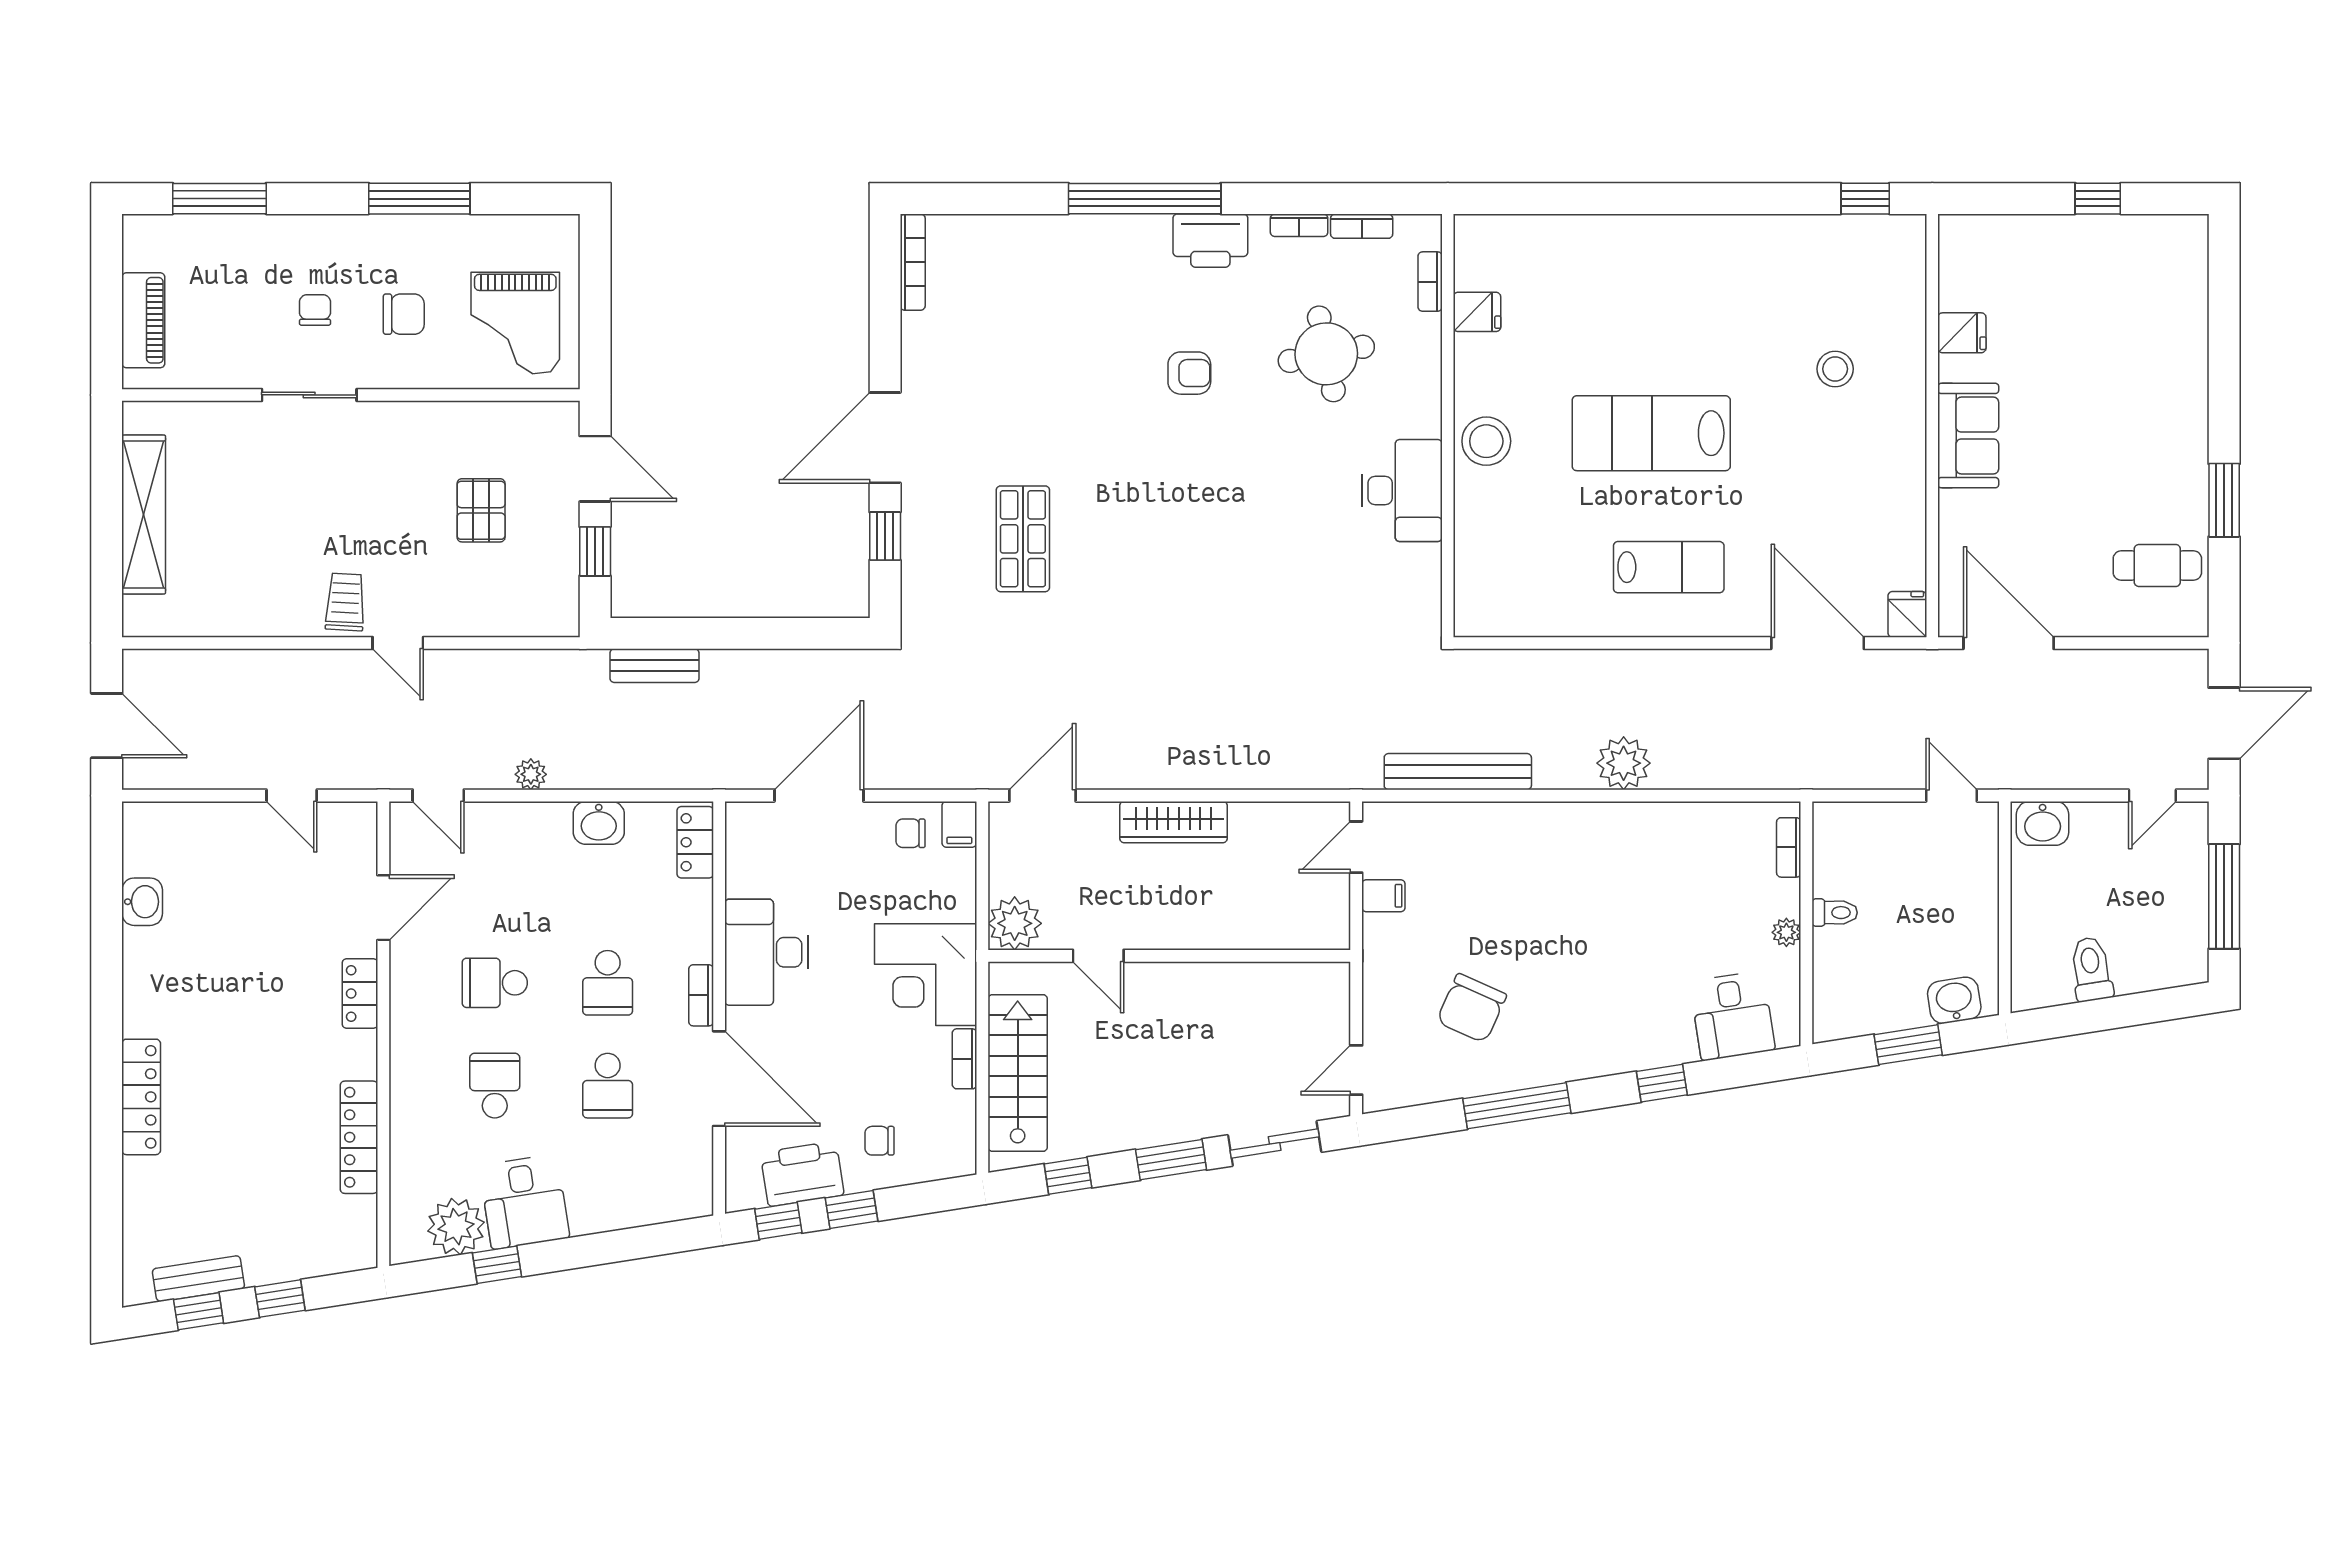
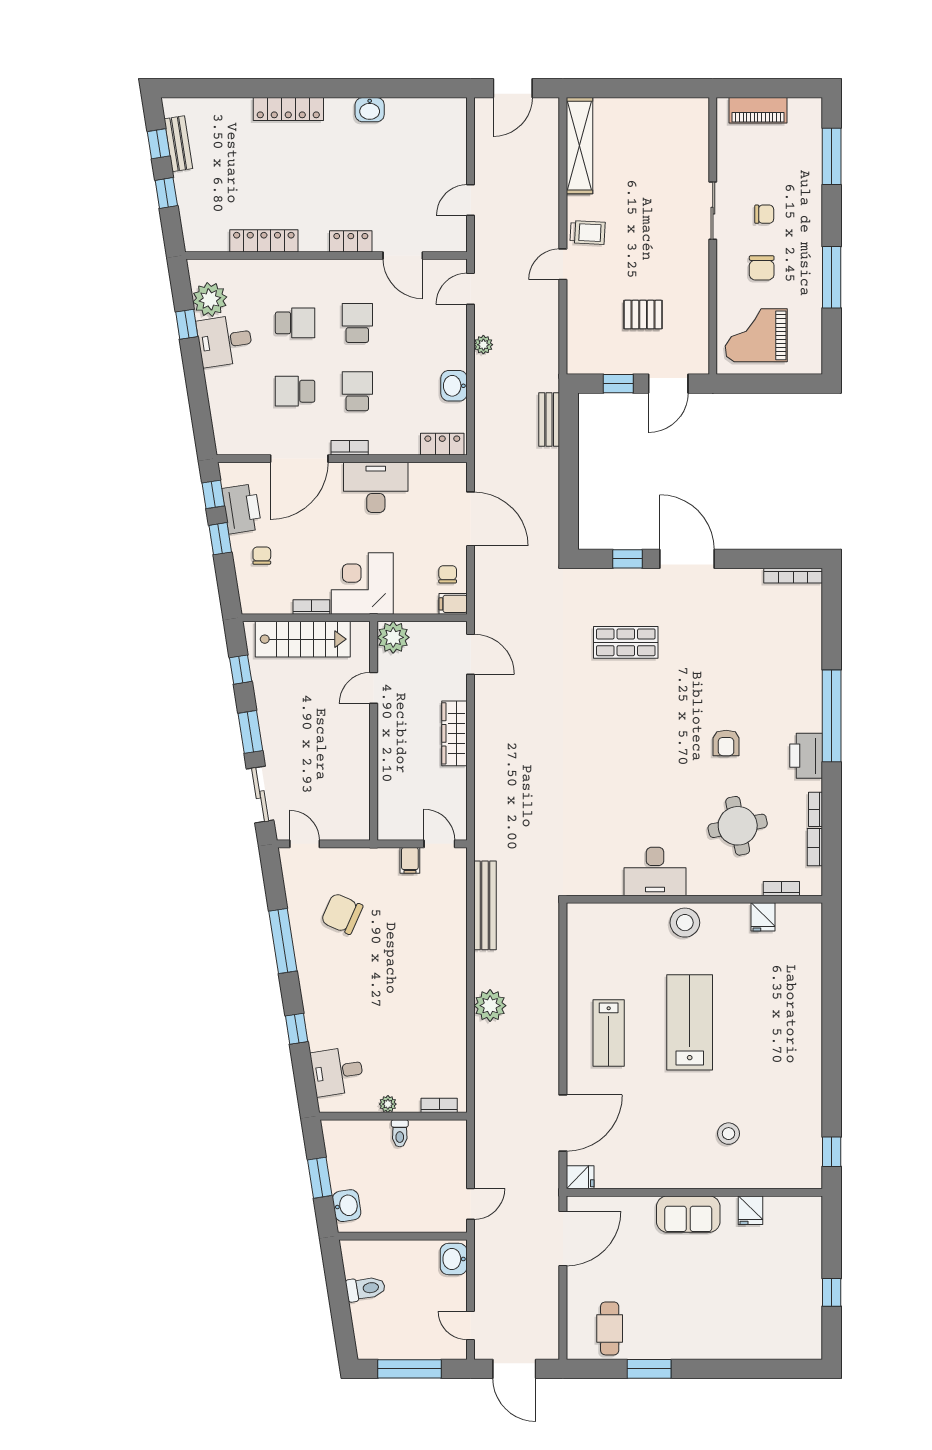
shelving: (144, 515) -> (579, 146), moved, turned 90
washbasin: (142, 902) -> (370, 110), moved
school desk: (608, 983) -> (357, 391), turned 90

